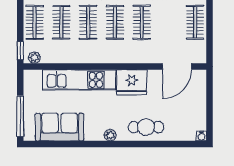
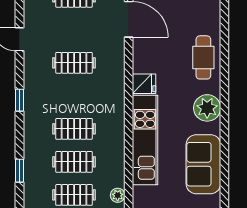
clothes rail: (115, 22) -> (74, 96), removed
fridge: (132, 82) -> (144, 84), width x0.53, depth x0.75
plant: (110, 135) -> (207, 108), width x1.88, depth x1.88

